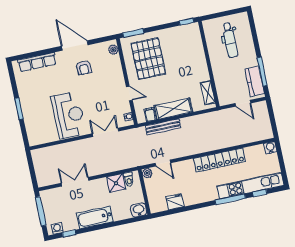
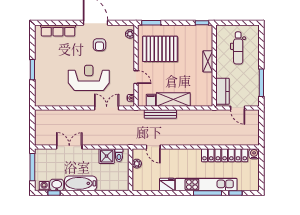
pallet: (148, 59) -> (160, 49), turned 90
kitchen counter: (255, 81) -> (222, 91), moved, turned 180
shelving: (208, 93) -> (208, 61), moved
reception desk: (69, 115) -> (89, 78), moved, turned -90
locker: (219, 160) -> (225, 155), moved
plant: (147, 173) -> (137, 164), moved
kitchen unit: (250, 186) -> (206, 185), moved
fridge: (175, 202) -> (167, 185), moved
washbasin: (139, 210) -> (57, 185), moved

